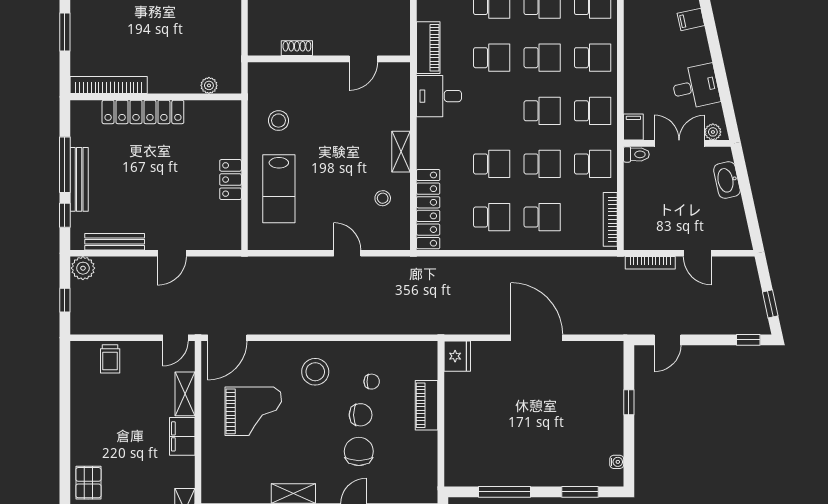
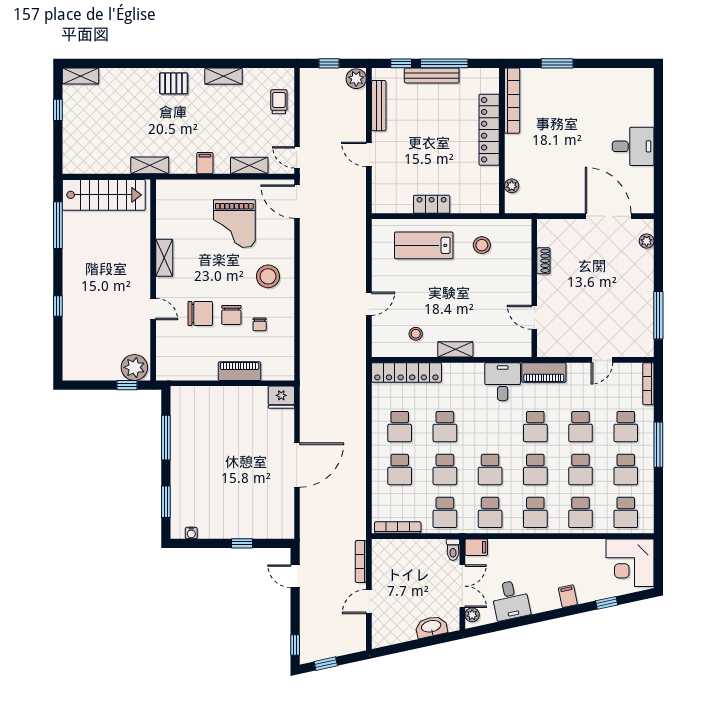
trolley: (110, 359) -> (279, 102), turned 90
shelving: (80, 424) -> (223, 76), added
filing cabinet: (182, 436) -> (205, 163), width x0.50

